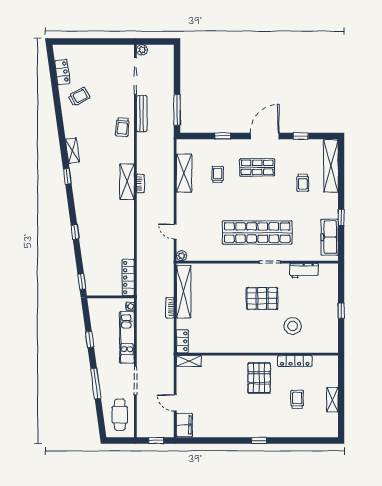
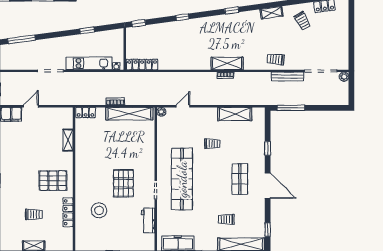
window: (301, 136) -> (268, 230), moved
shelving: (72, 151) -> (272, 13), moved
trolley: (218, 175) -> (212, 144), moved
shelving: (189, 361) -> (68, 140), moved
window: (96, 384) -> (22, 39), moved
cafe table: (120, 415) -> (20, 57), removed

